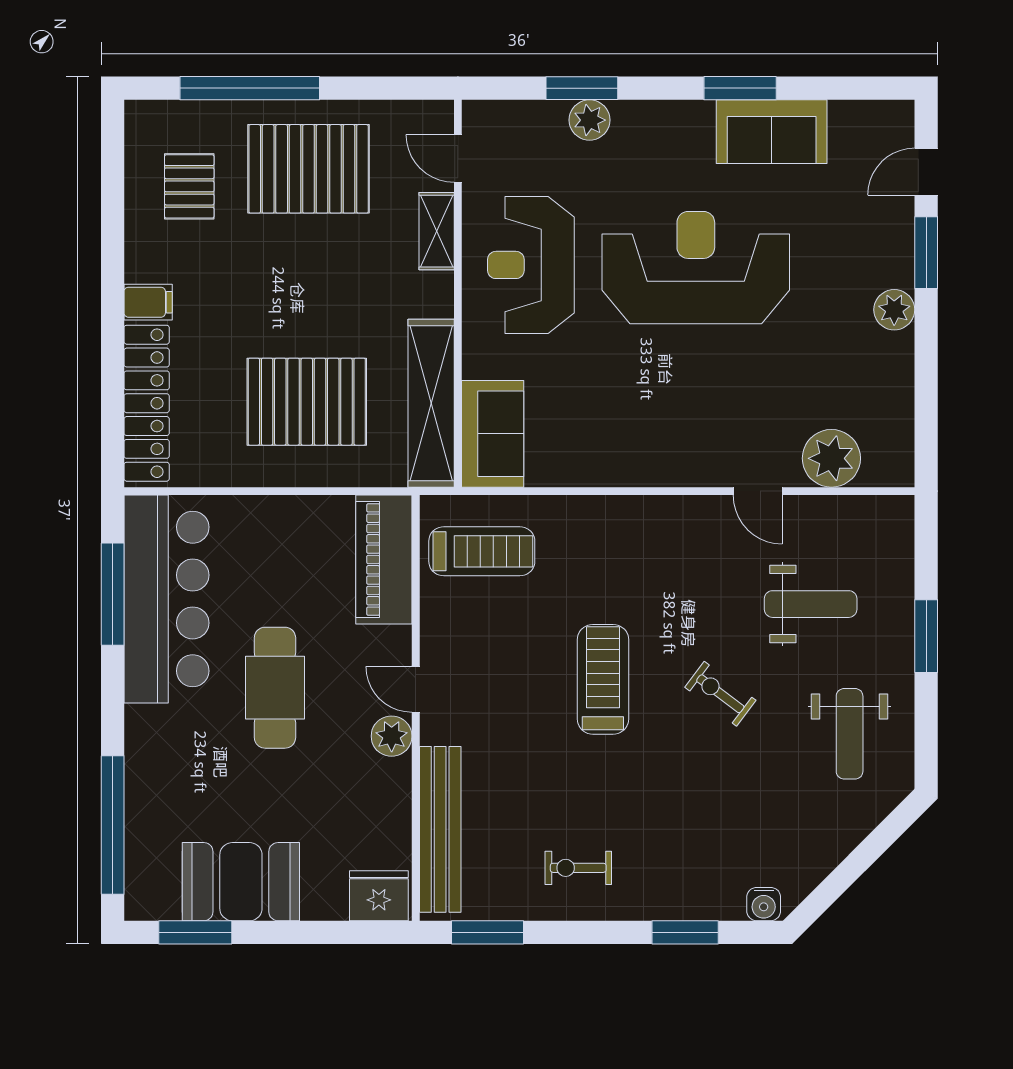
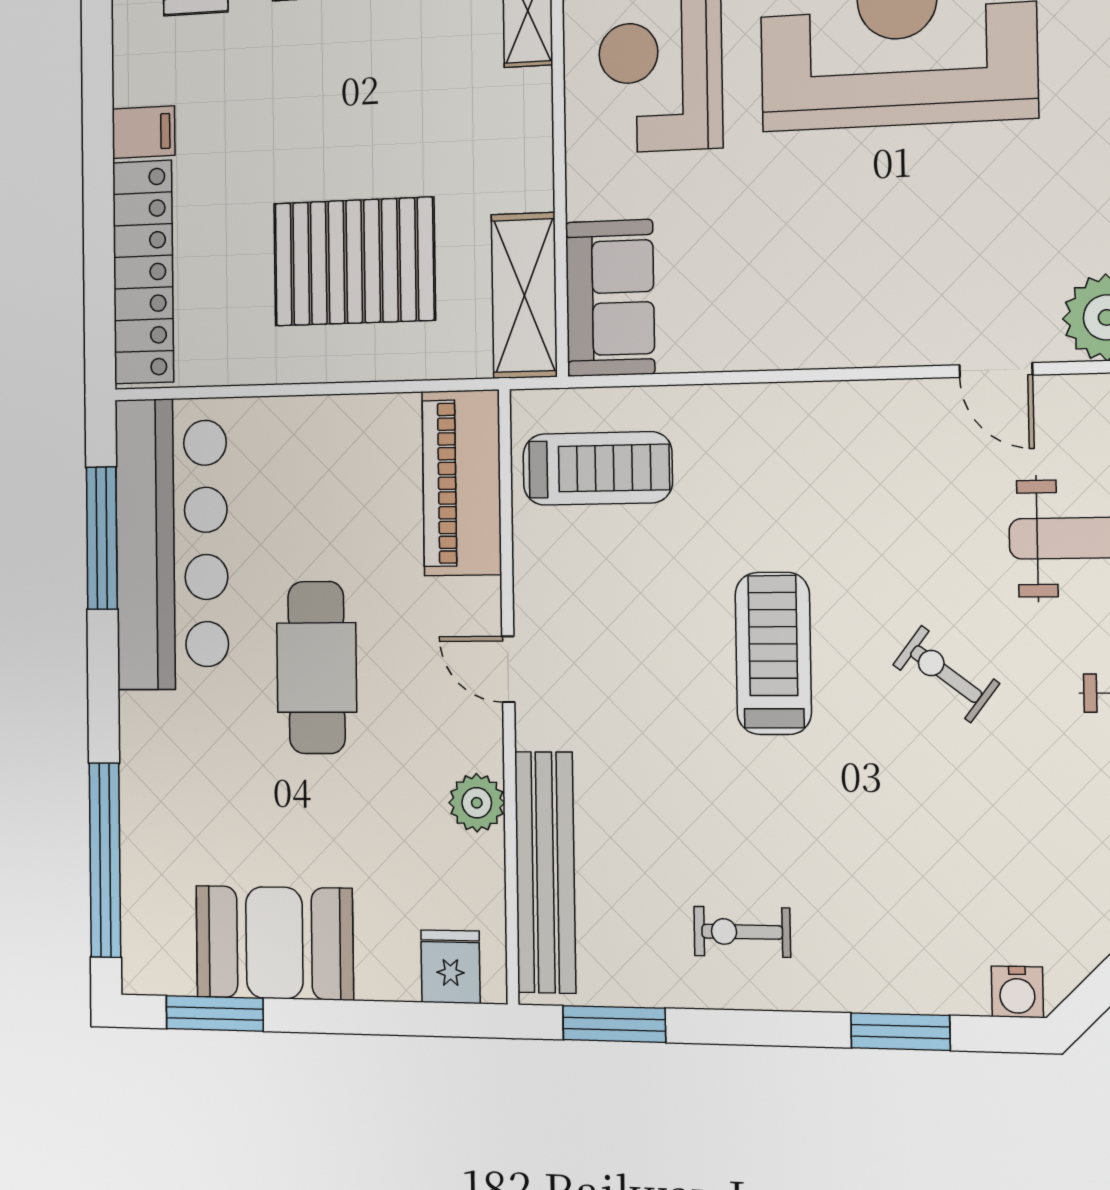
shelving: (431, 403) -> (524, 296), width x0.68
plant: (392, 736) -> (477, 803), moved
fridge: (379, 896) -> (450, 967), width x0.72

